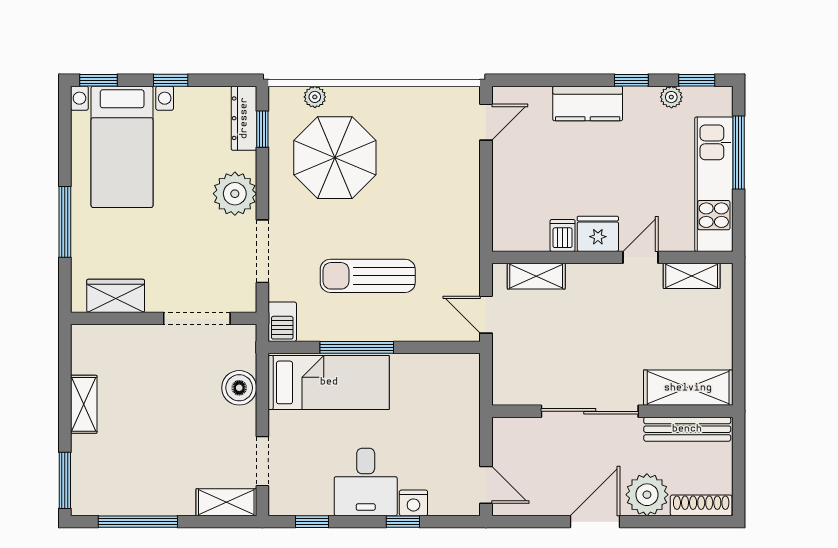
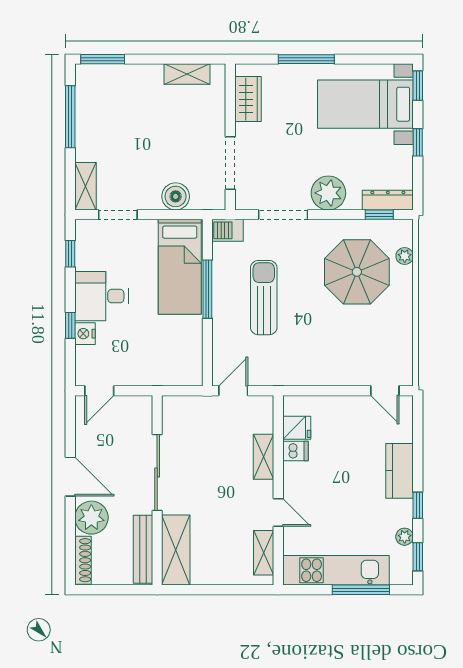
fridge: (598, 234) -> (297, 428), moved, width x0.72
shelving: (536, 276) -> (264, 457), moved
shelving: (84, 404) -> (187, 74), moved

